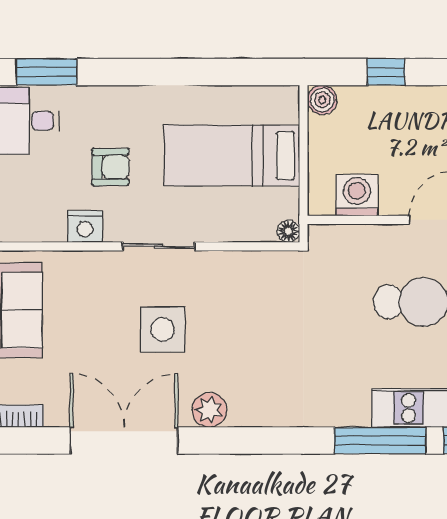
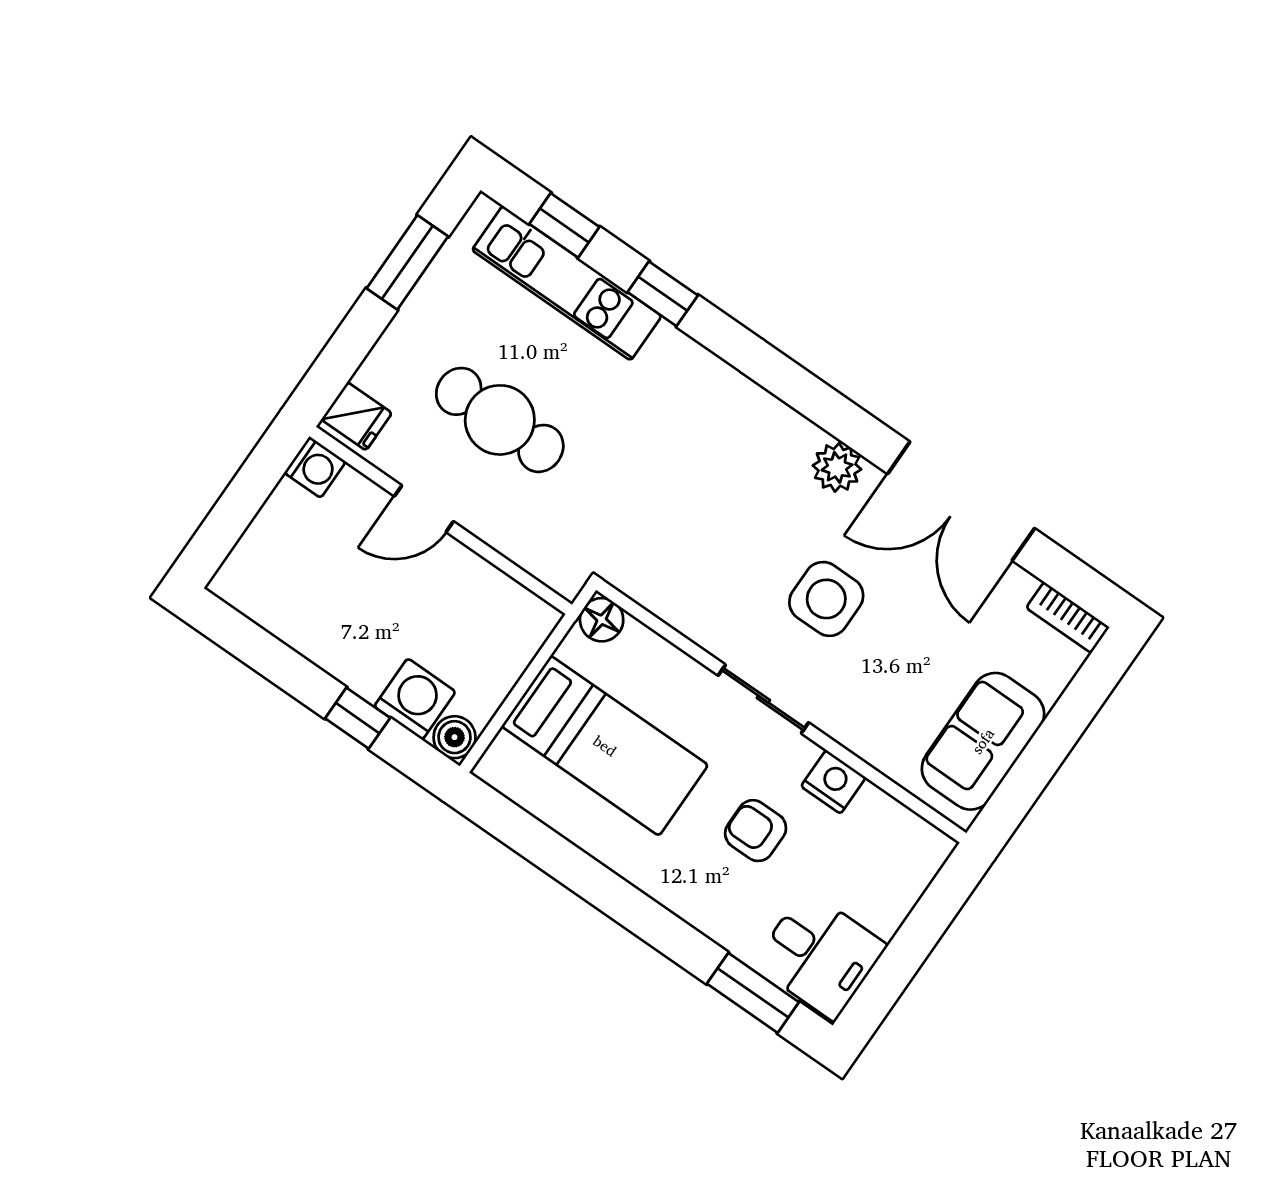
washing machine: (357, 195) -> (415, 699), moved, turned 180
floor lamp: (288, 231) -> (602, 620), width x1.37, depth x1.37
window: (380, 440) -> (663, 294), width x0.46

